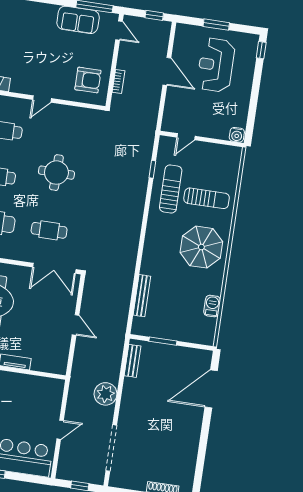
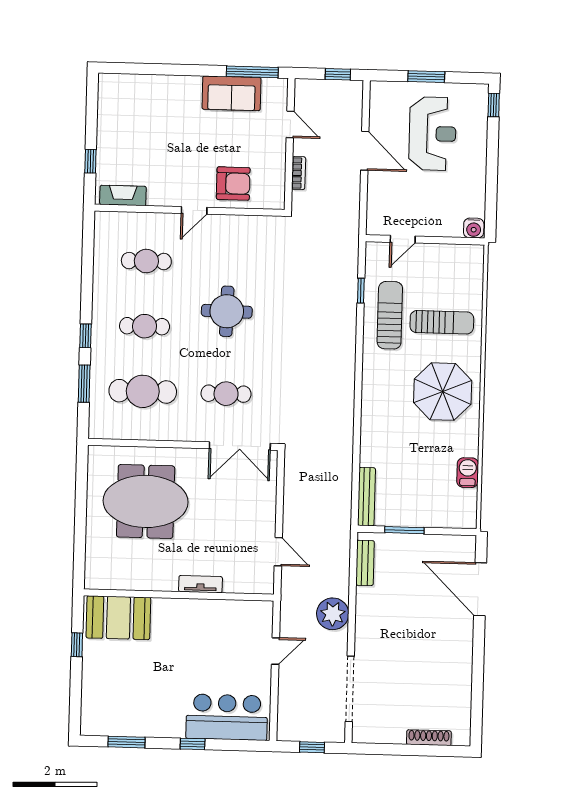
door: (119, 31) -> (290, 124), moved
reception desk: (216, 65) -> (433, 134), turned 180
armchair: (88, 80) -> (233, 184), moved
bench: (142, 296) -> (366, 497), moved
door: (76, 325) -> (278, 552), moved
door: (211, 389) -> (480, 589), hinge flipped
door: (60, 430) -> (275, 651), moved

